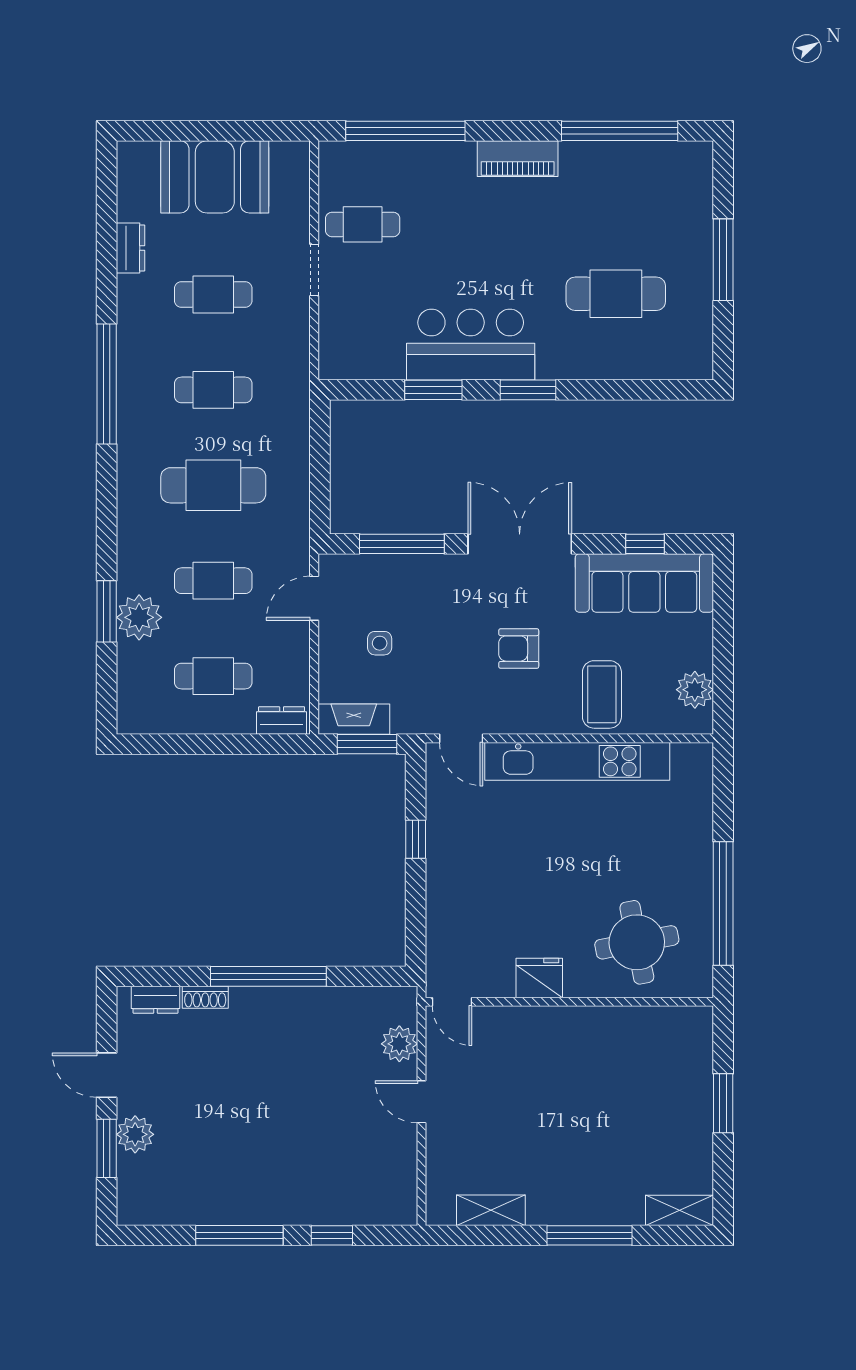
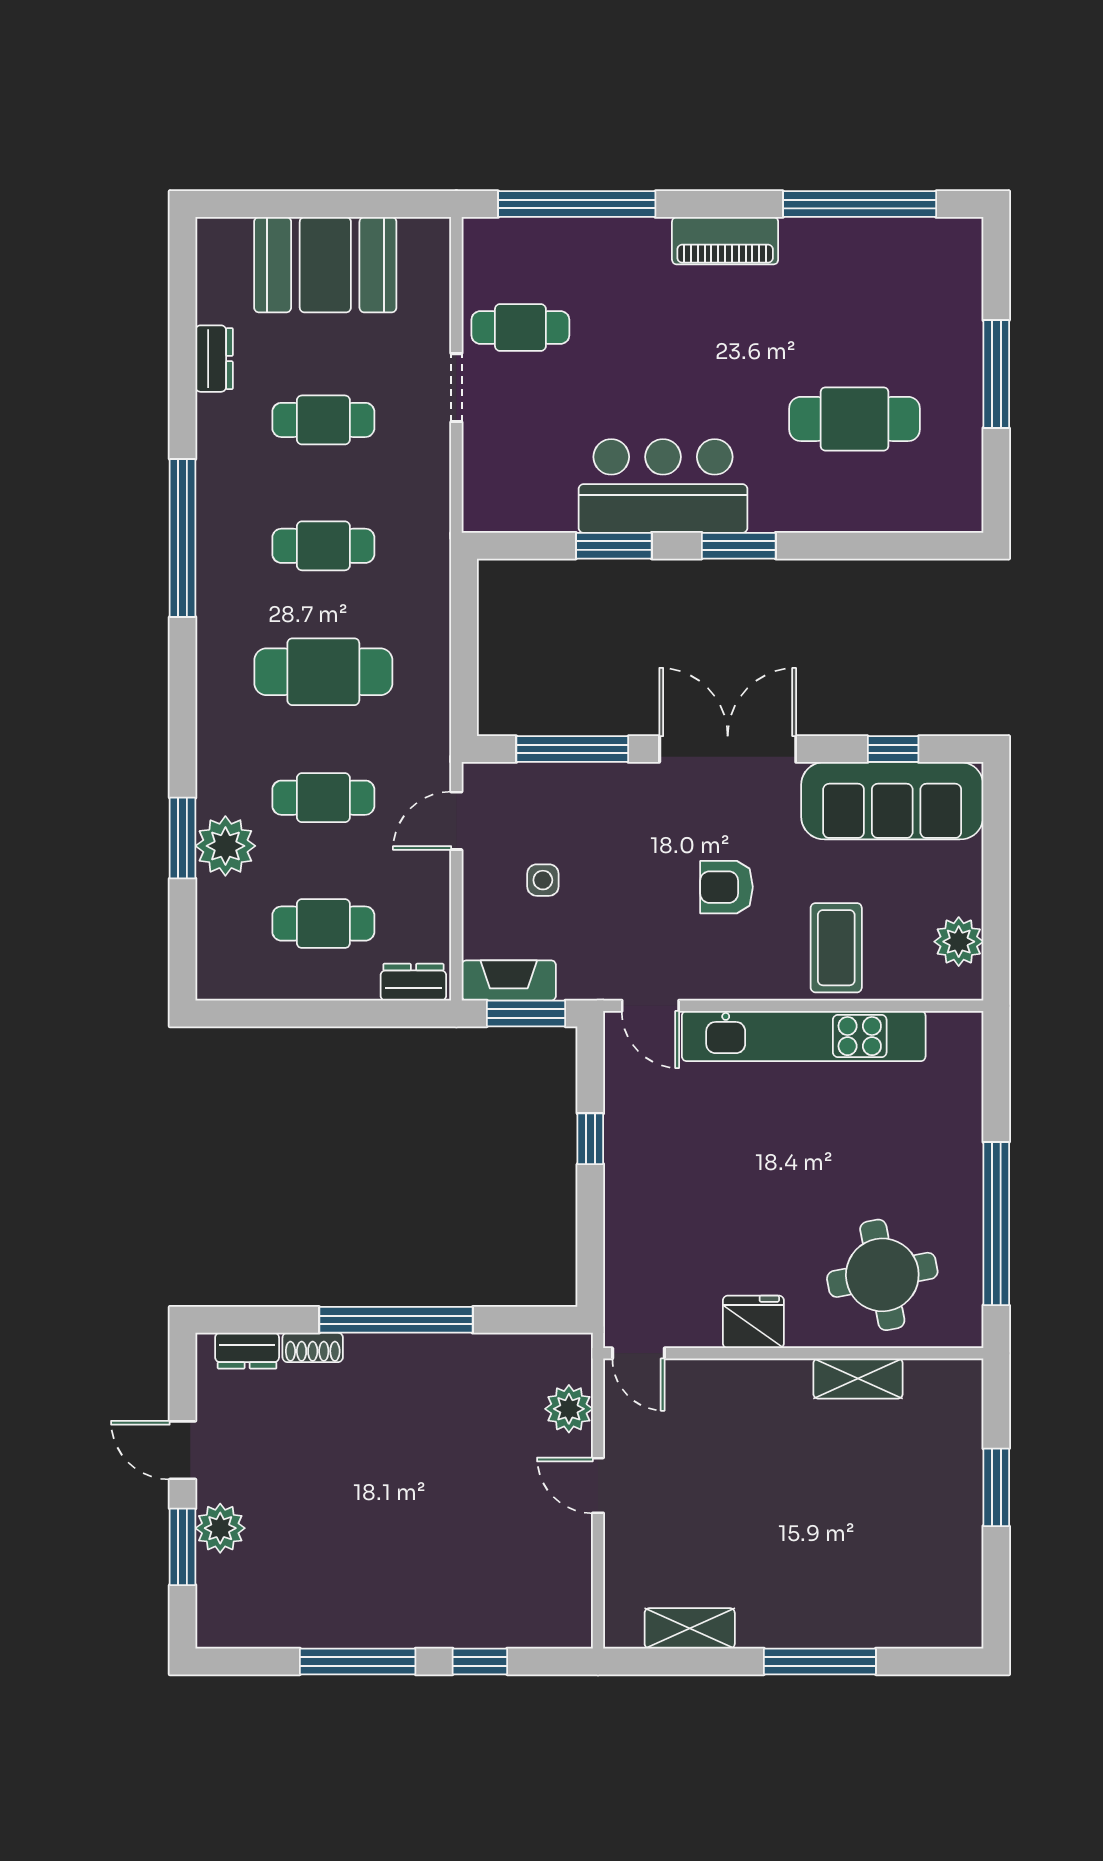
shelving: (680, 1210) -> (858, 1379), moved

